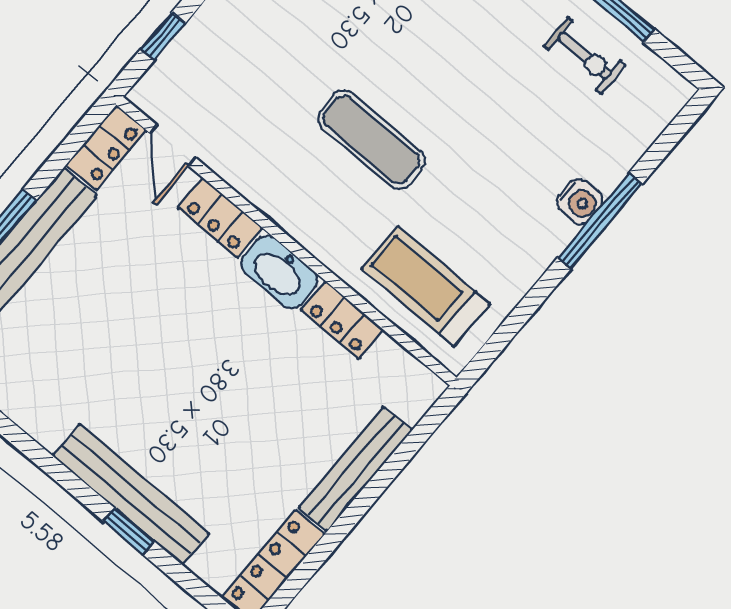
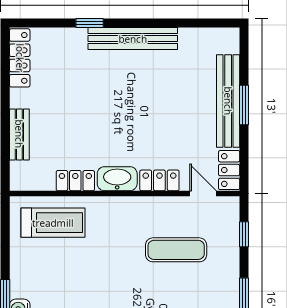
exercise mat: (371, 140) -> (176, 250), moved
bench: (356, 469) -> (19, 134), width x0.73
bench: (131, 494) -> (133, 39), moved

